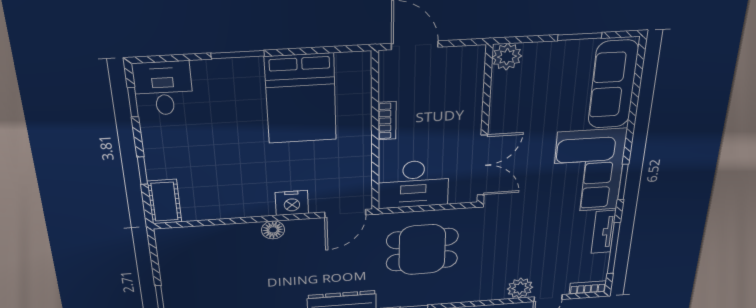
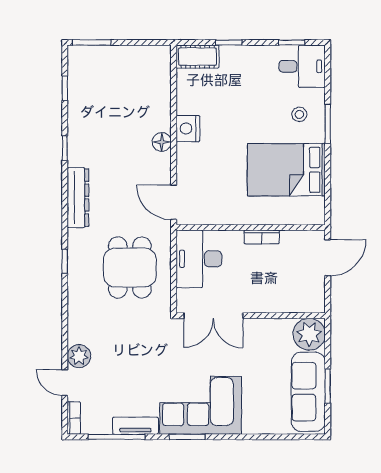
plant: (507, 57) -> (309, 334), width x1.36, depth x1.36
sofa: (613, 85) -> (308, 392), moved, turned -90
stool: (227, 88) -> (299, 114), added
nightstand: (292, 203) -> (188, 129), moved

